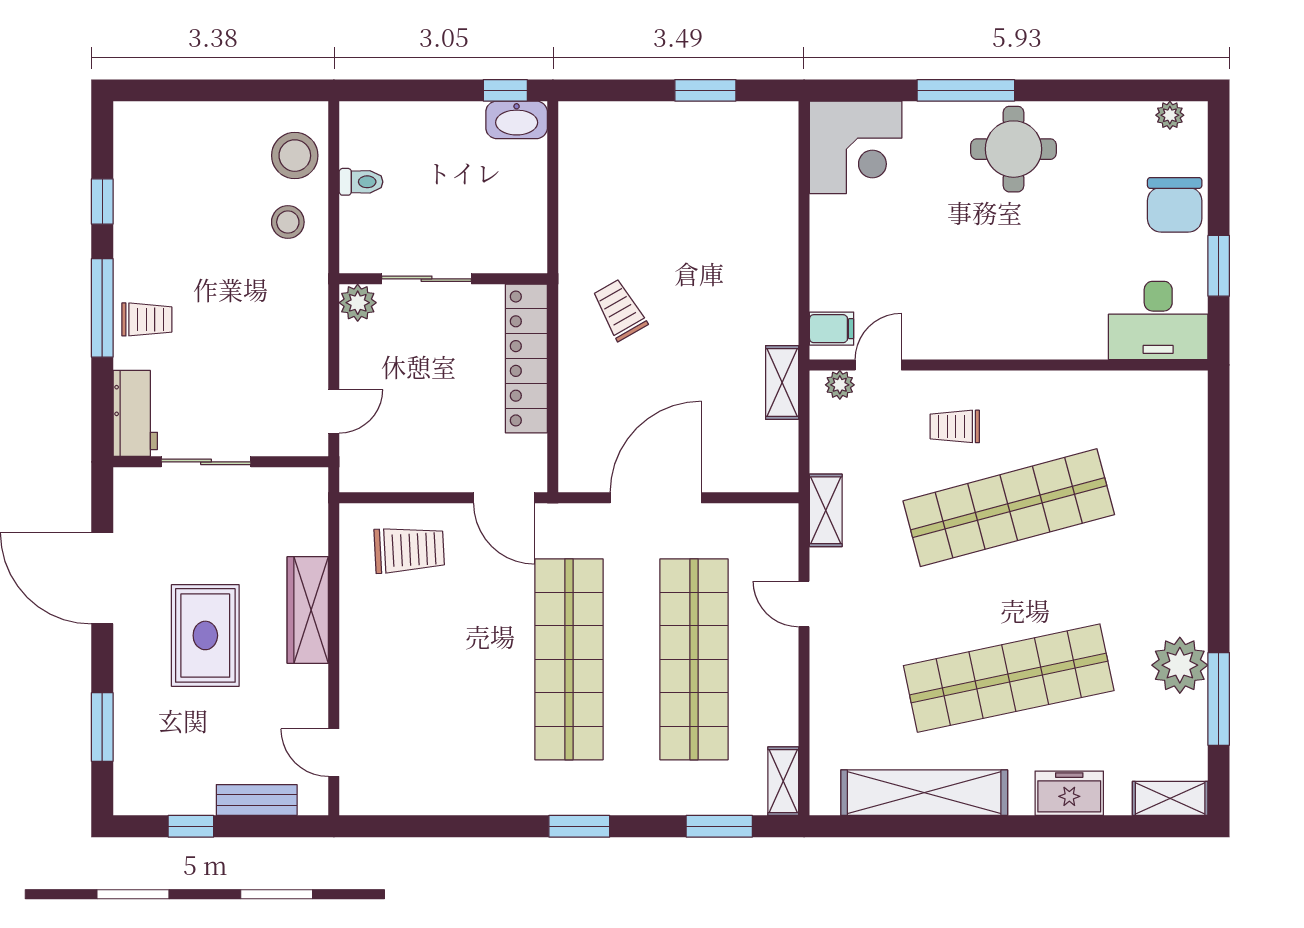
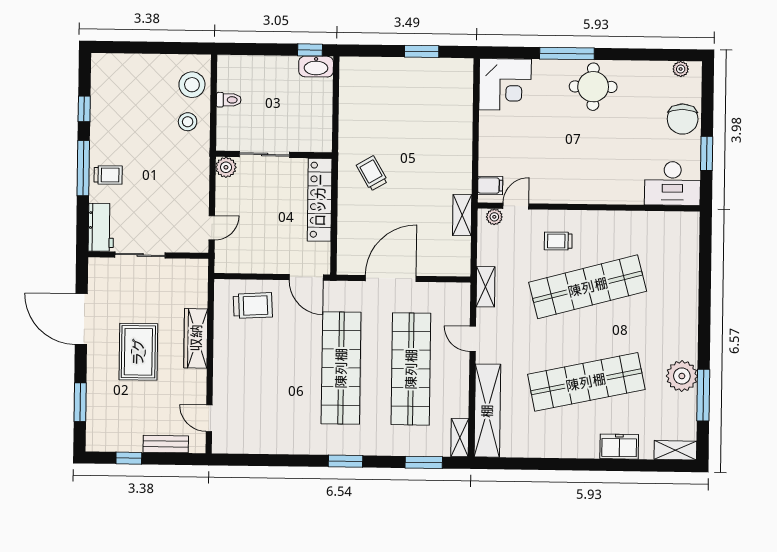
shelving: (924, 793) -> (487, 411), moved, turned 90

